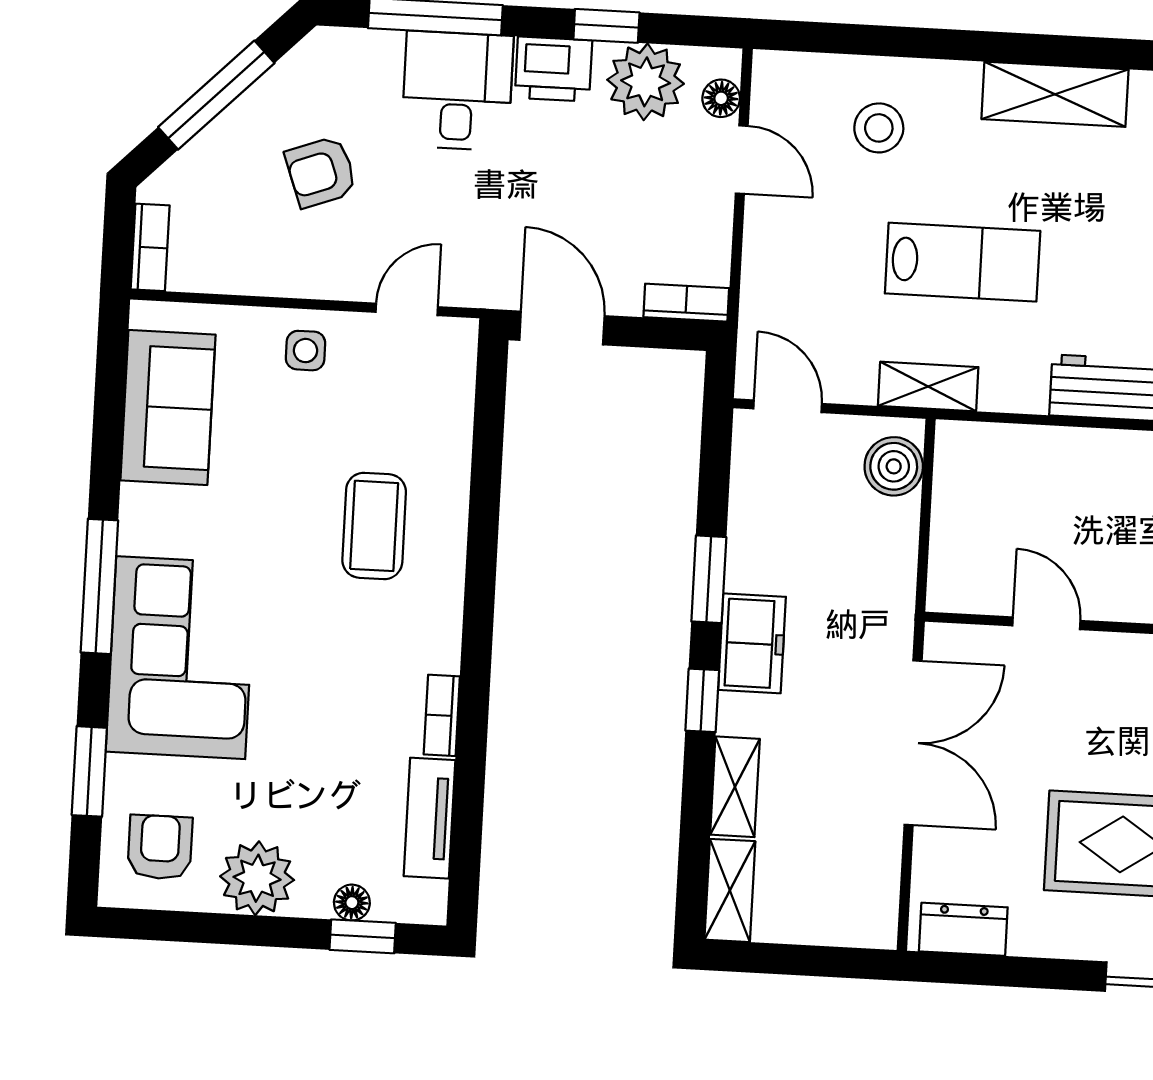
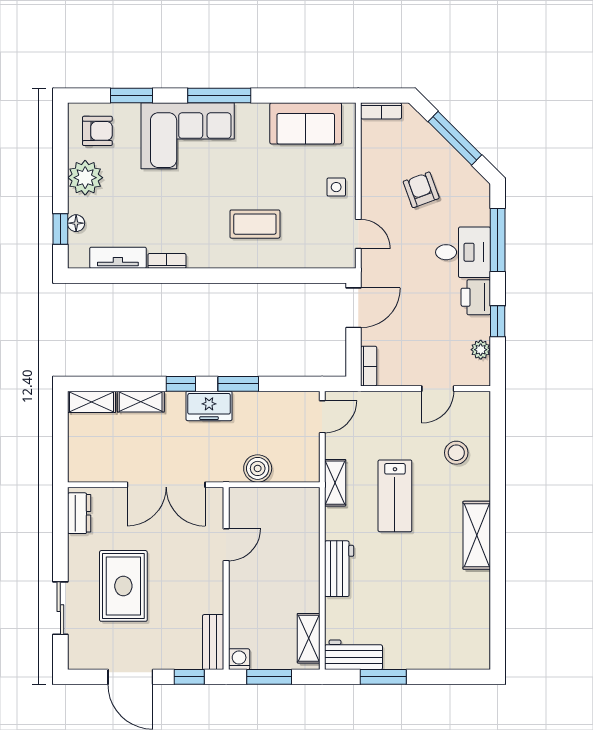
plant: (646, 82) -> (481, 350), width x0.53, depth x0.53
floor lamp: (721, 98) -> (466, 377), removed
boiler: (894, 466) -> (258, 468), moved

